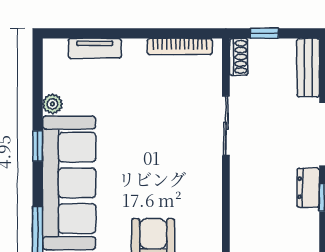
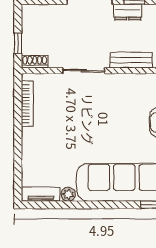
tv unit: (95, 48) -> (41, 194), moved, turned -90
bench: (308, 68) -> (131, 60), moved
window: (38, 146) -> (98, 205), removed

